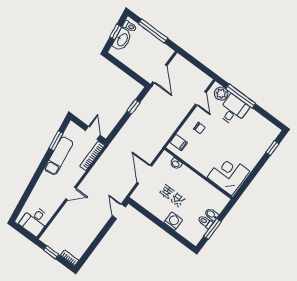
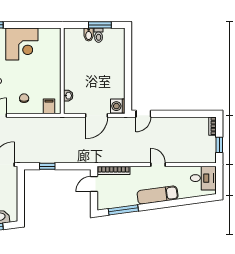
window: (56, 141) -> (123, 210), width x1.44
exam couch: (59, 156) -> (158, 195), moved
corner desk: (228, 174) -> (22, 44), moved, turned -90
washing machine: (173, 221) -> (118, 106), moved

